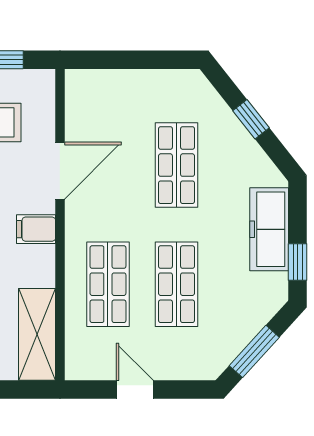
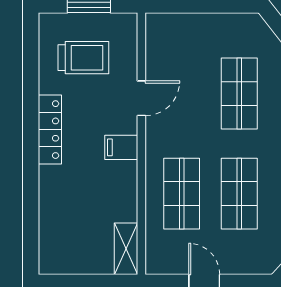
door: (60, 171) -> (141, 98), width x0.73
shelving: (37, 334) -> (126, 249), width x0.67, depth x0.75

